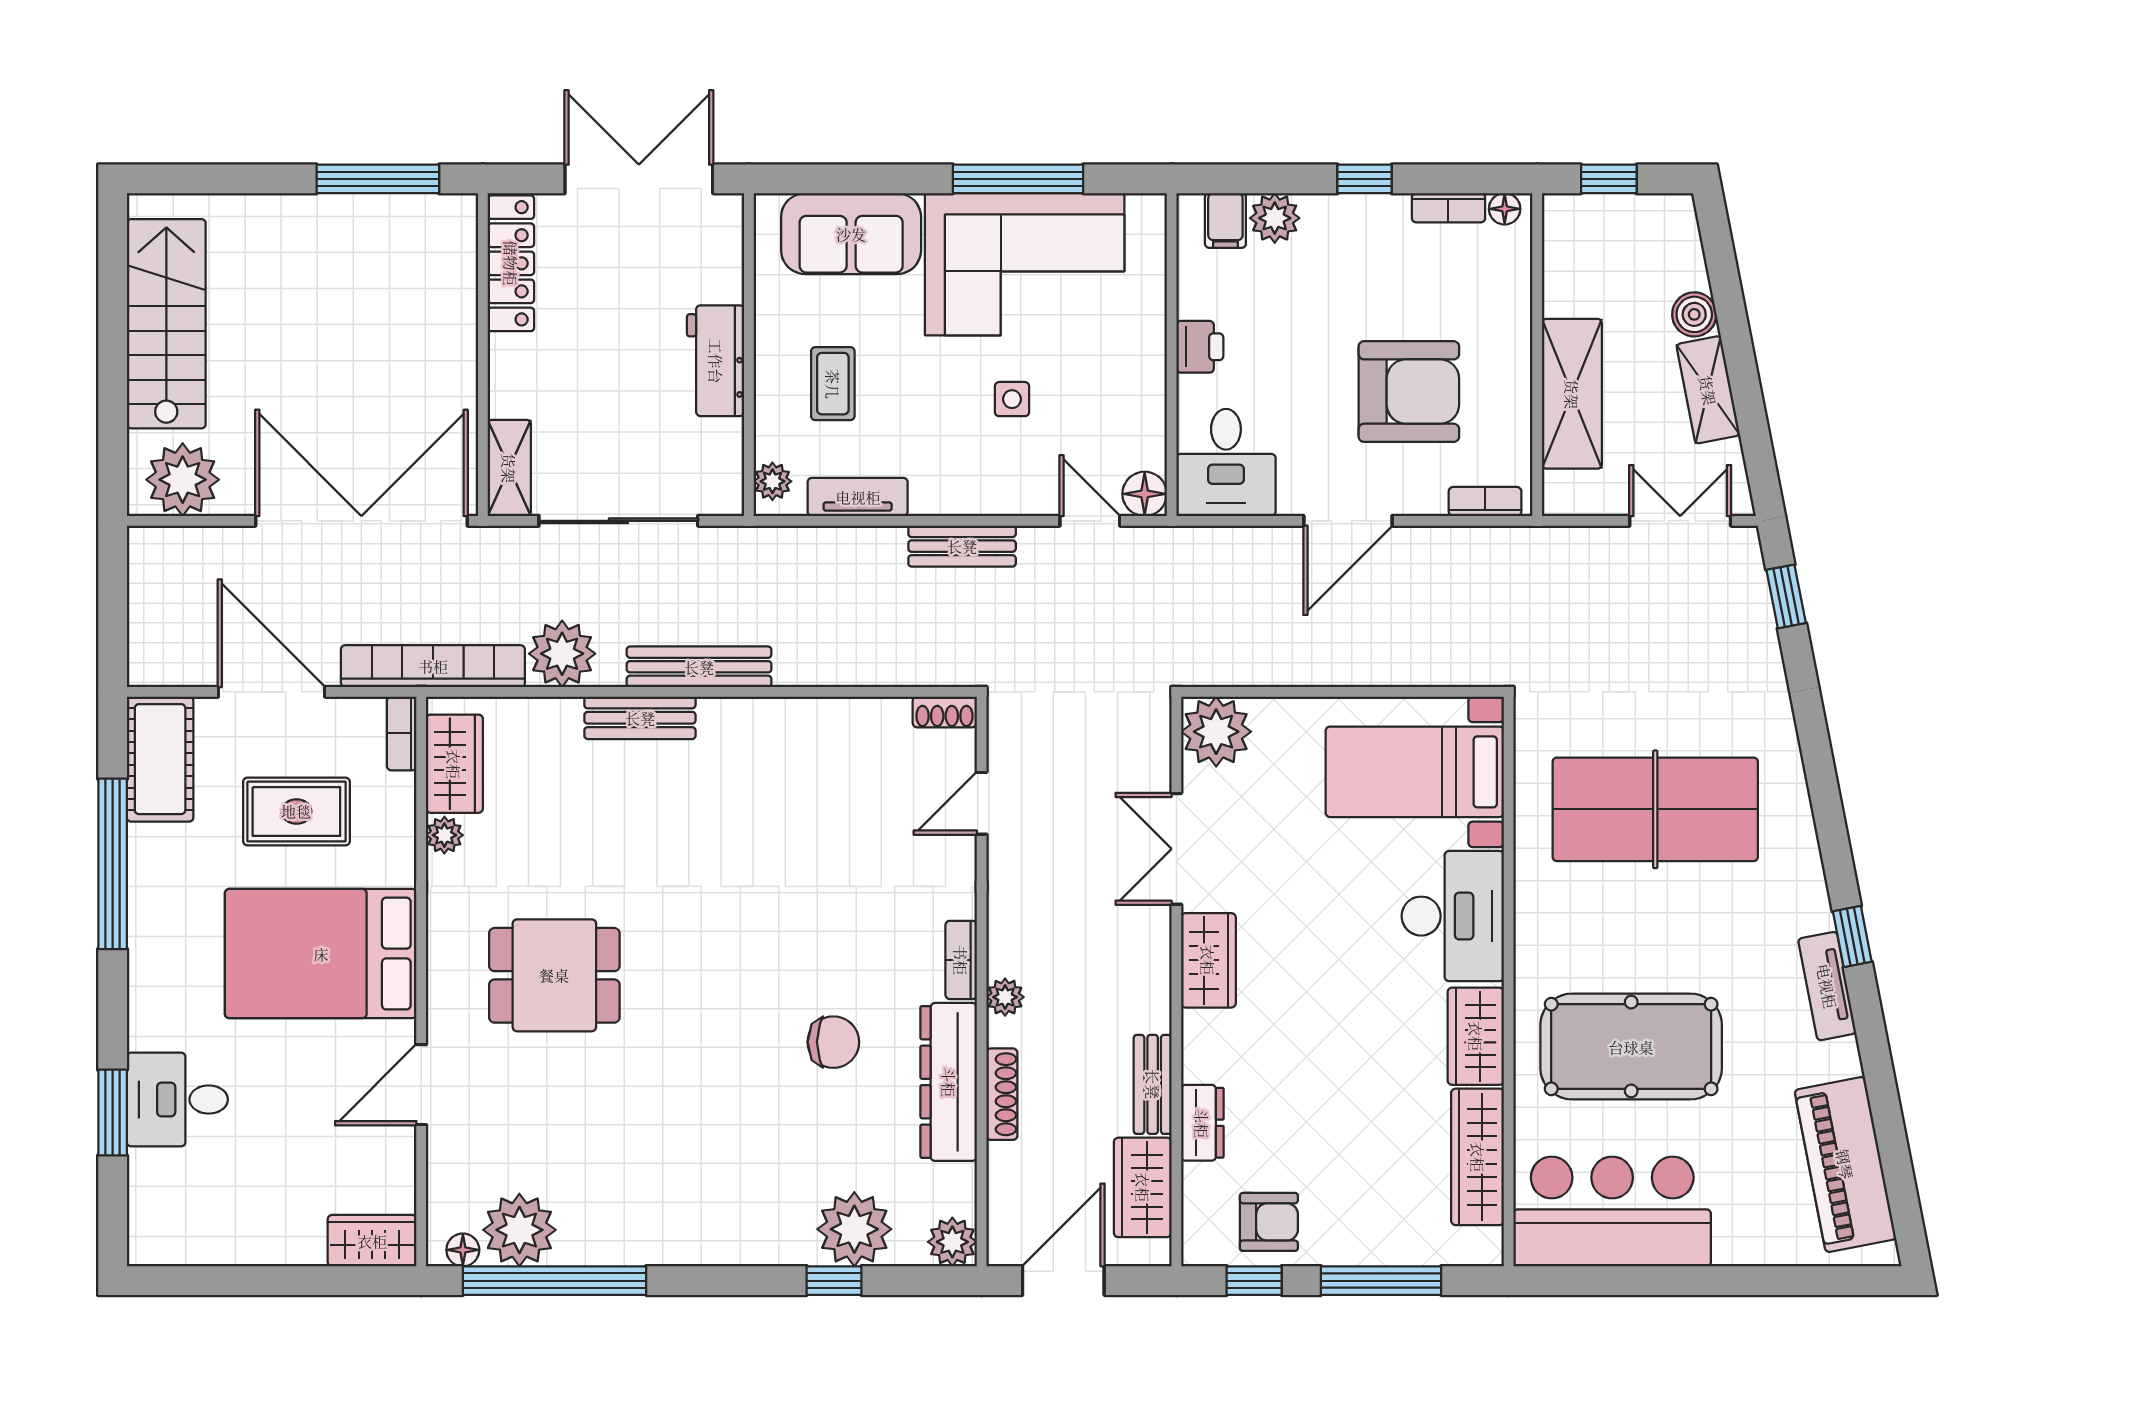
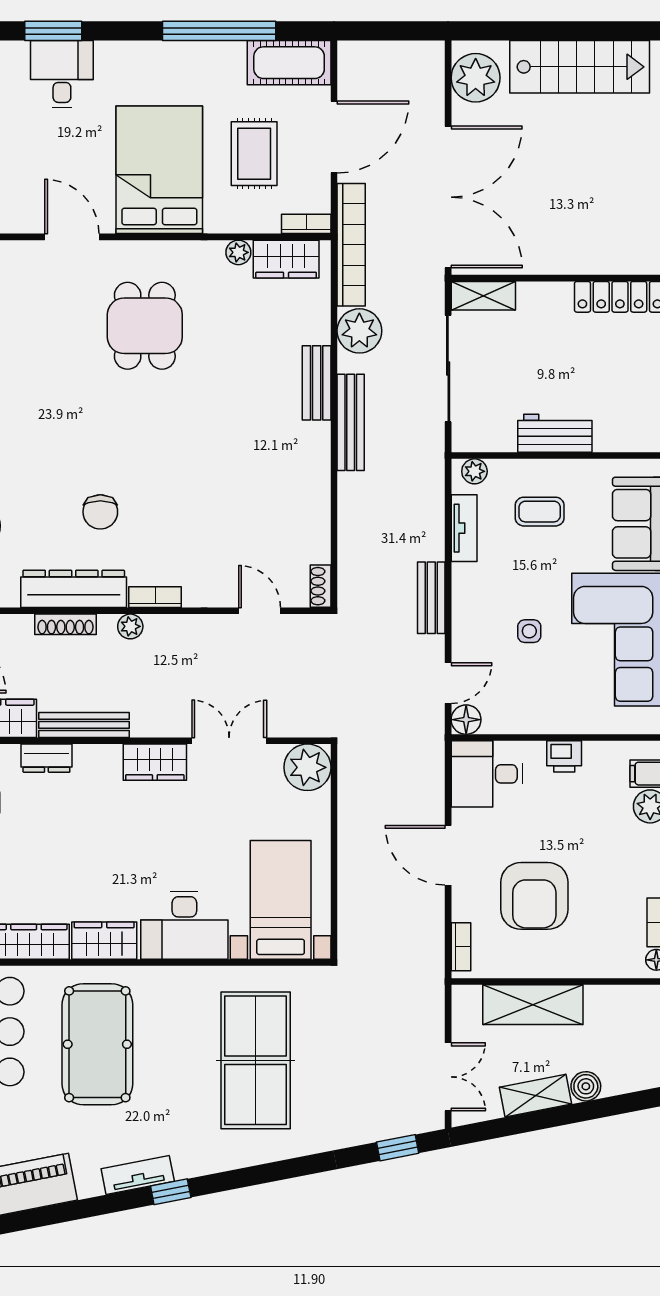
bench: (1153, 1084) -> (84, 725), width x1.36

